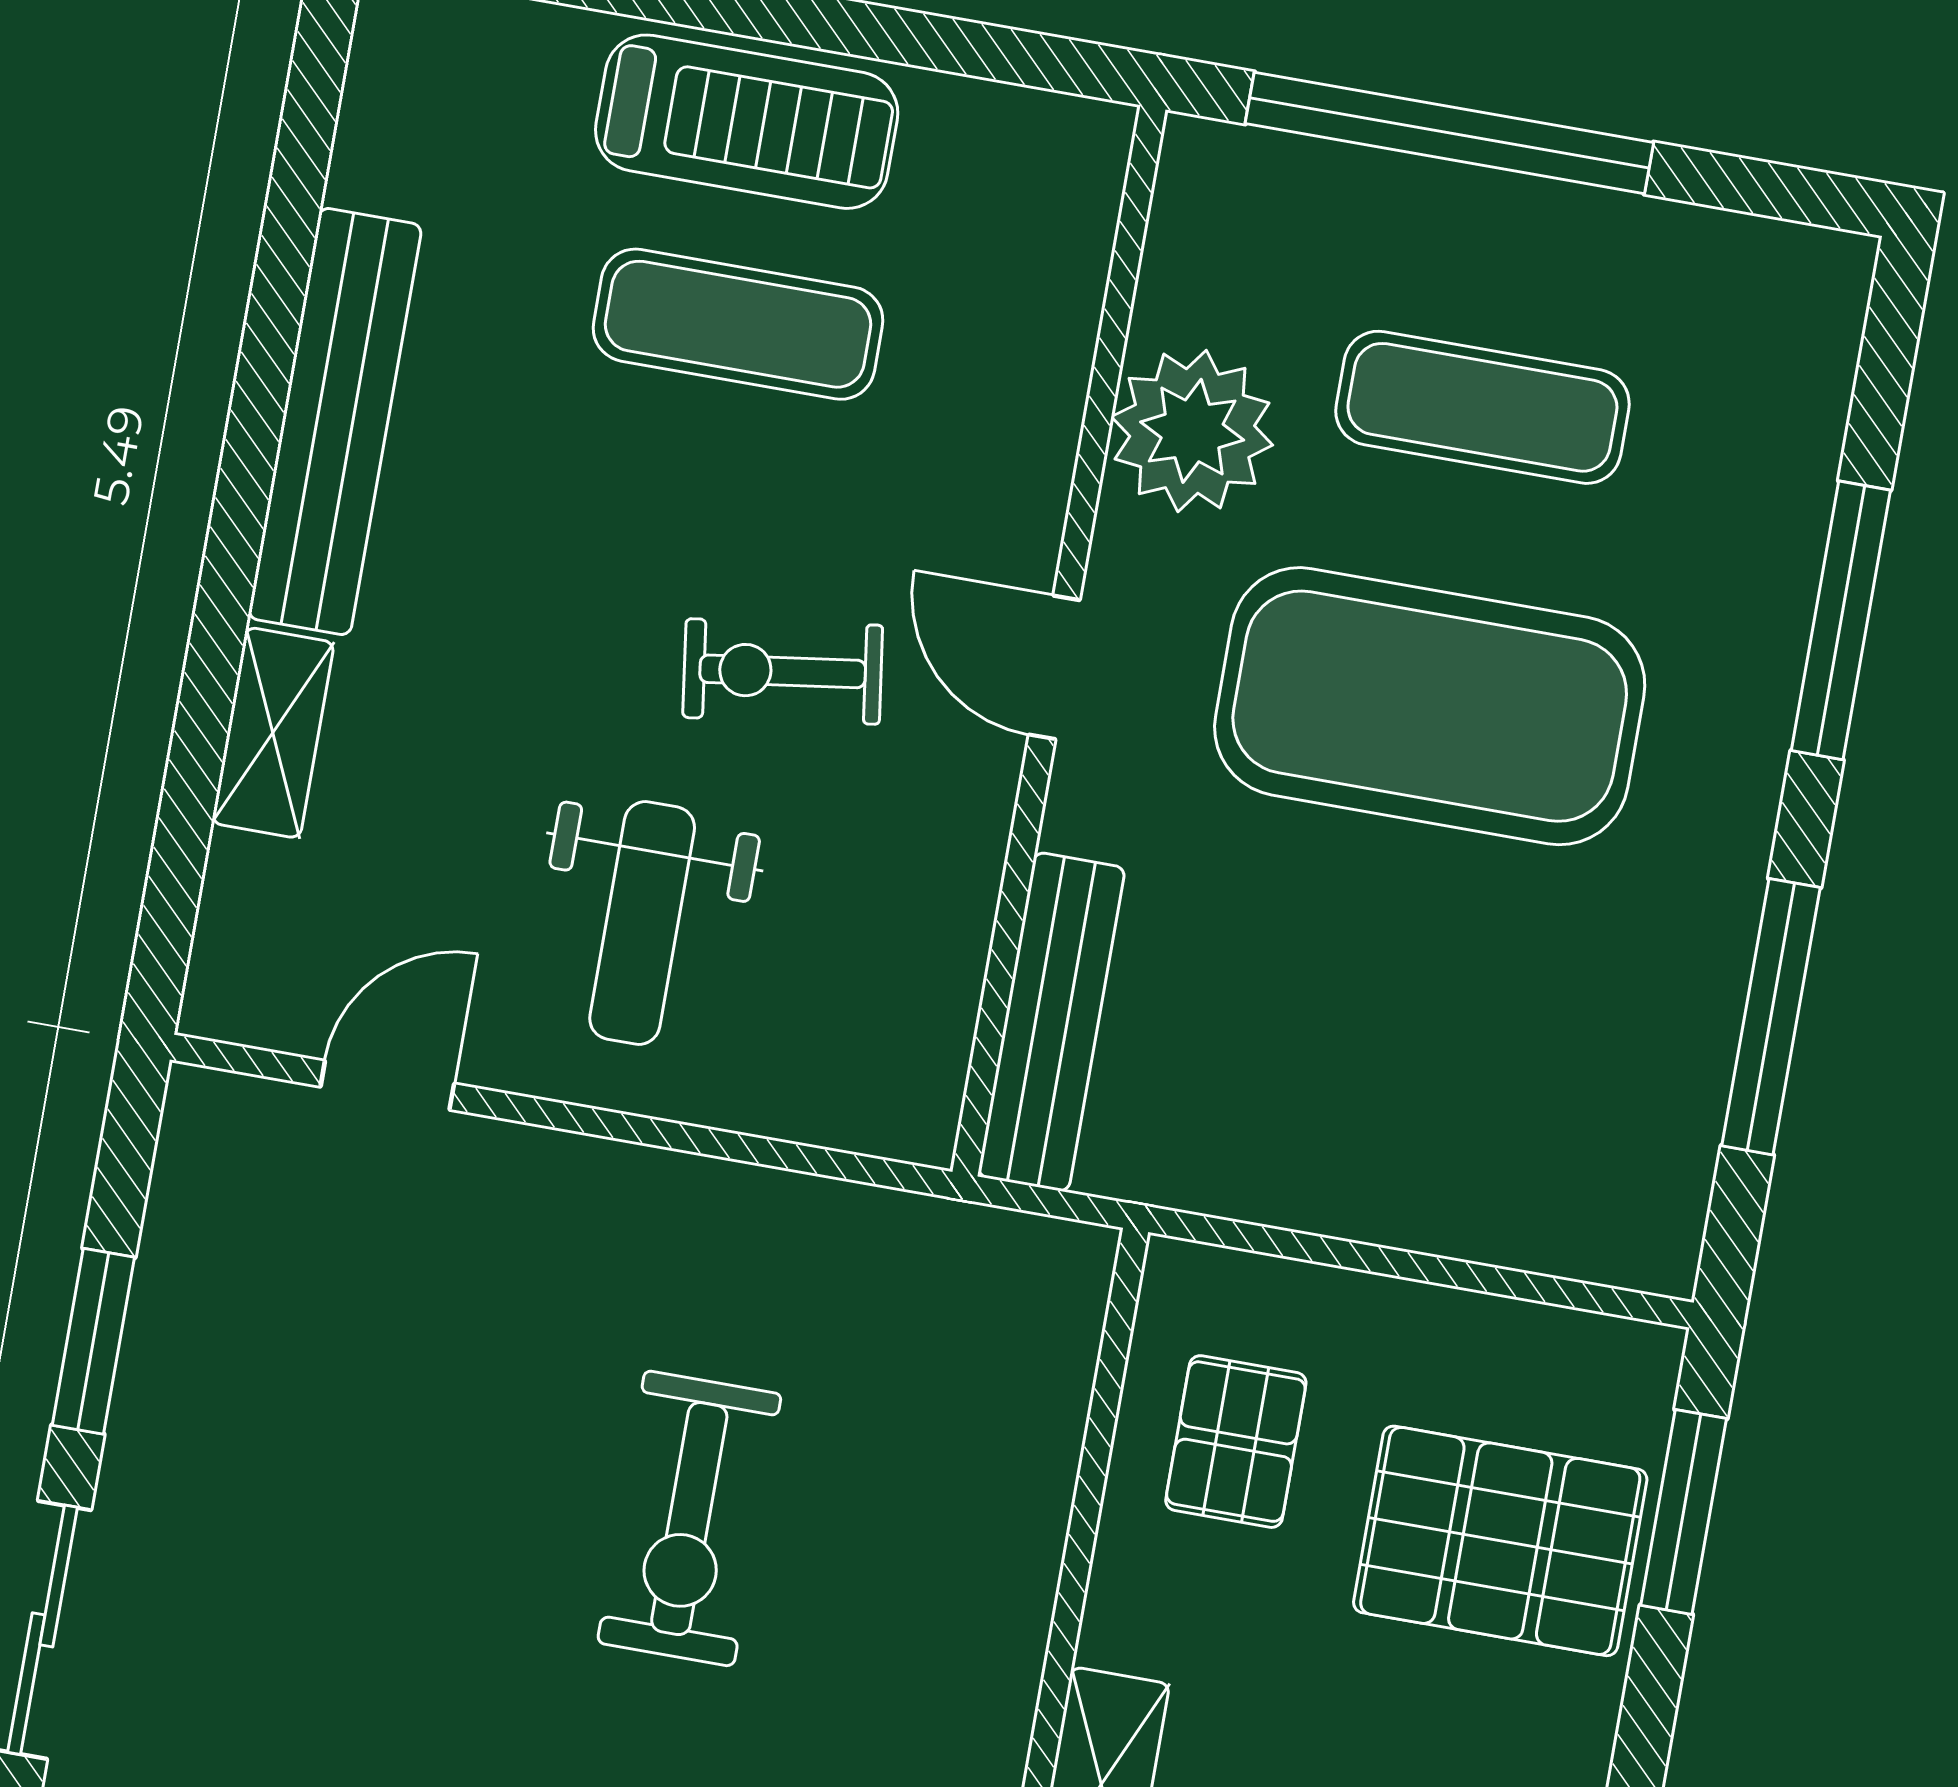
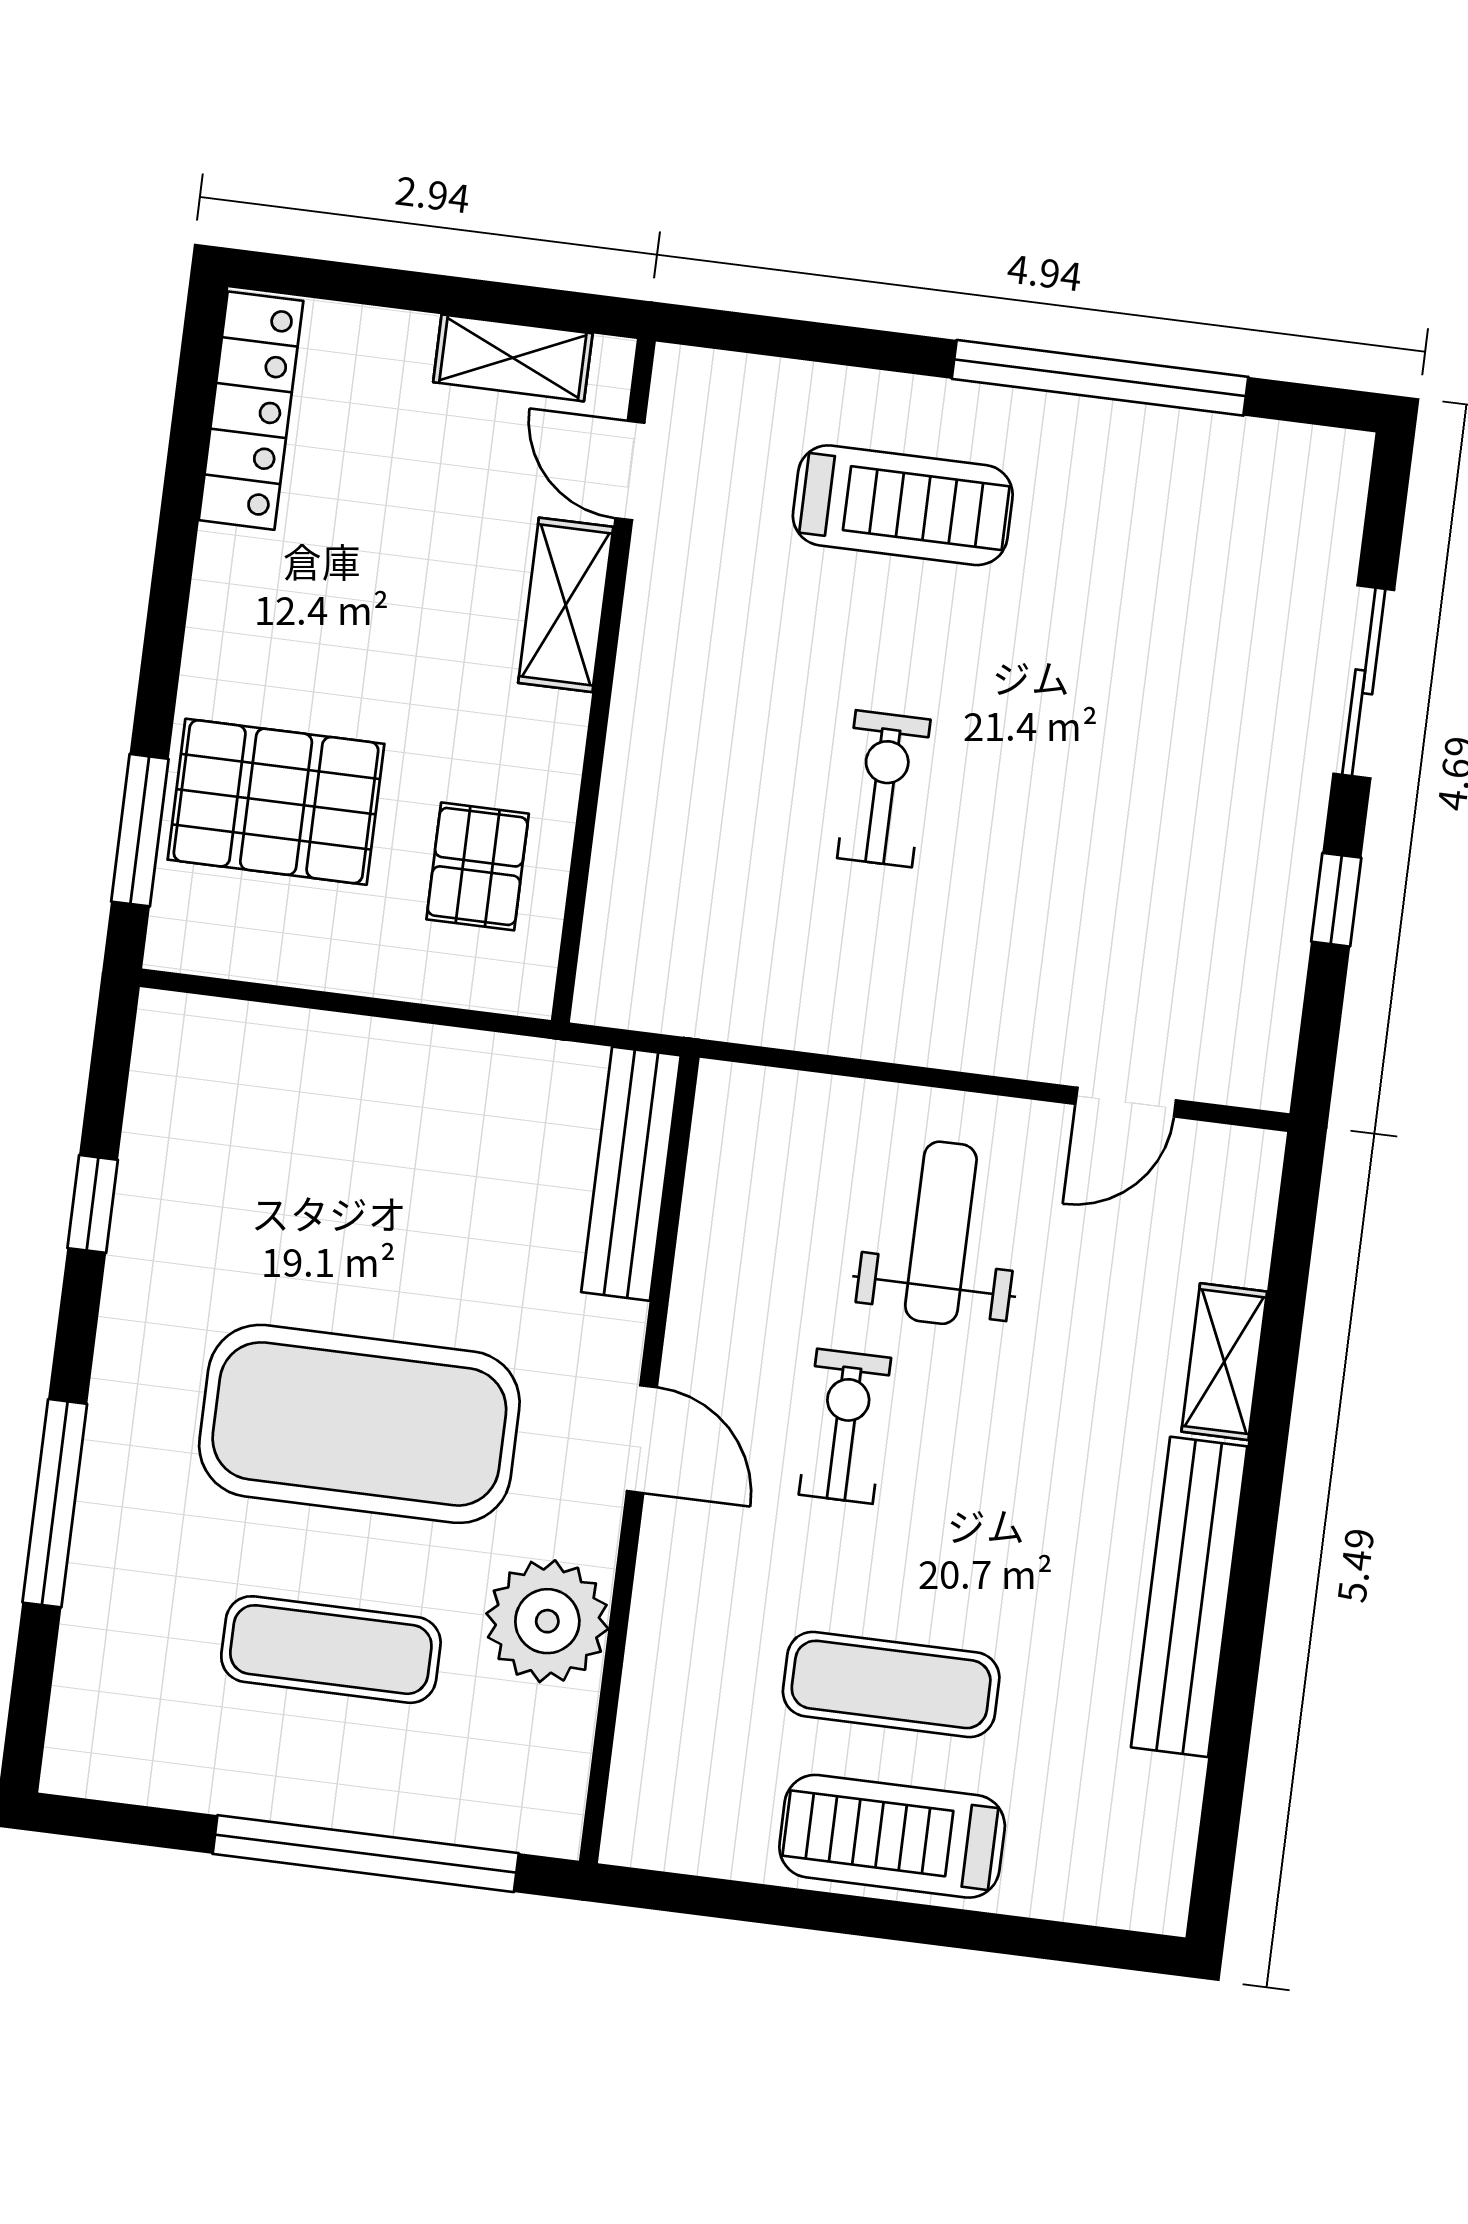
exercise bike: (783, 671) -> (845, 1426), turned -82
window: (1771, 1017) -> (93, 1204), width x0.46
window: (93, 1341) -> (1336, 900), width x0.67
exercise bike: (689, 1519) -> (884, 789), width x0.73, depth x0.72

